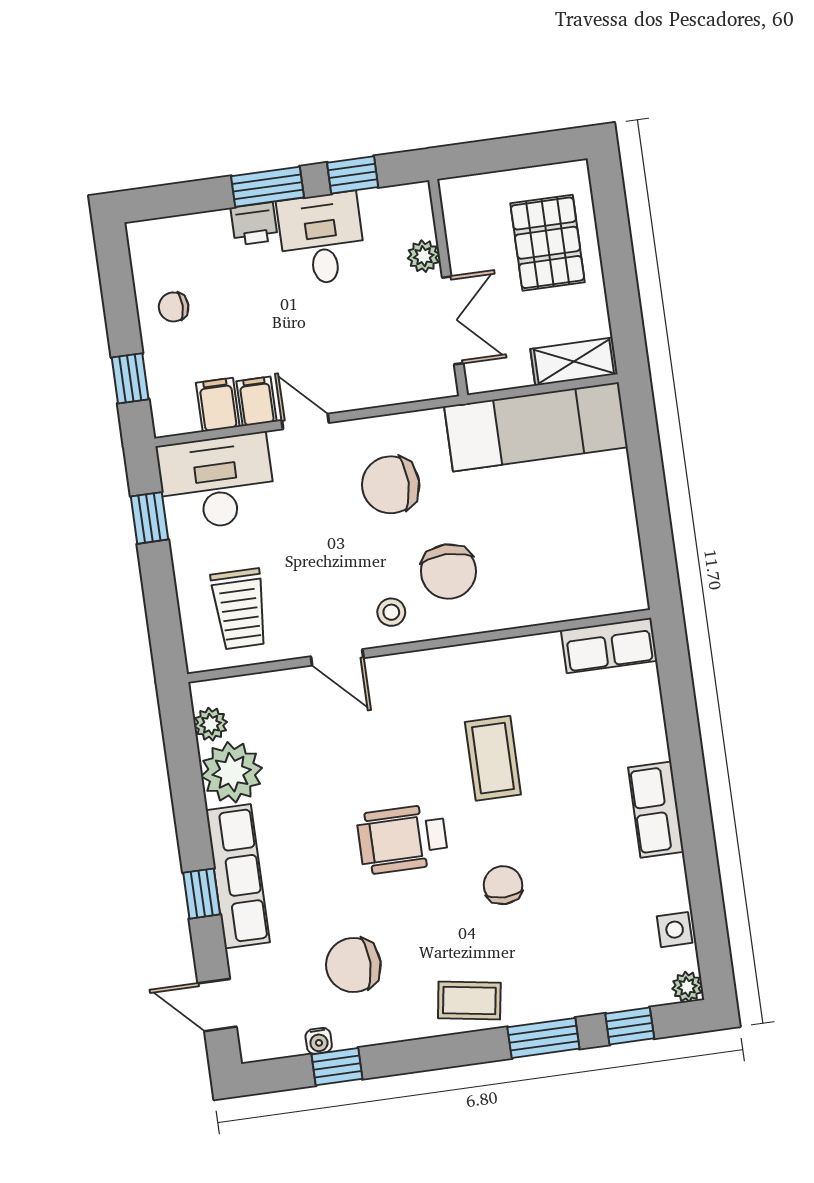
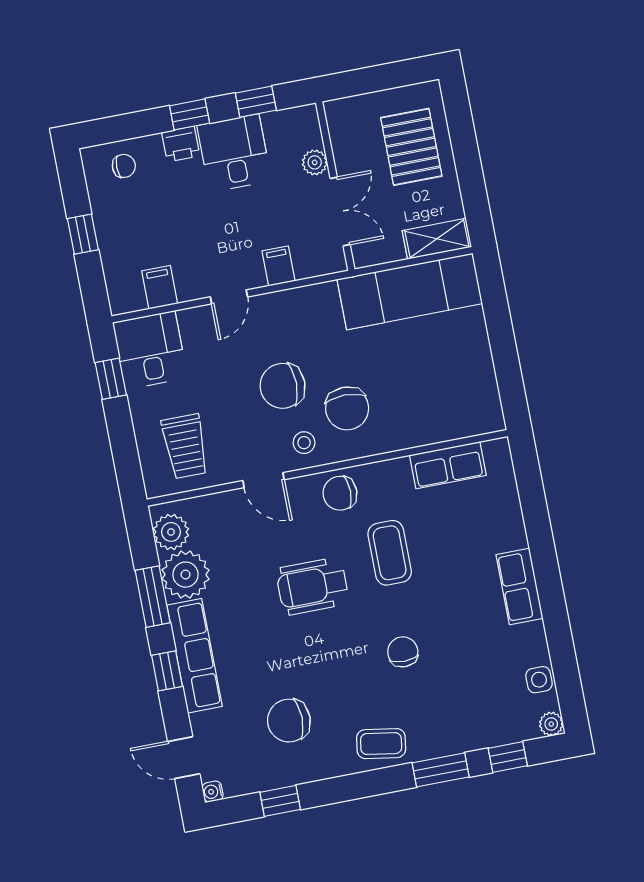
window: (267, 187) -> (190, 114), width x0.67
chair: (174, 307) -> (124, 166), moved, turned 180
window: (130, 378) -> (83, 234), moved
filing cabinet: (257, 401) -> (279, 266), moved
door: (305, 422) -> (229, 297), swing flipped
desk: (217, 482) -> (150, 350), width x0.73
chair: (391, 485) -> (283, 386), moved
row of seats: (609, 646) -> (448, 465), moved
chair: (434, 679) -> (340, 493), added
plant: (211, 724) -> (171, 532), width x1.38, depth x1.38
window: (188, 798) -> (153, 597), added
wheelchair: (402, 839) -> (312, 586), moved
water cooler: (319, 1041) -> (213, 791), moved, turned 90

